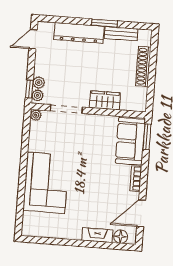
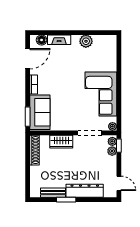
door: (33, 39) -> (119, 183), hinge flipped
shoe rack: (143, 66) -> (34, 150), moved
corner sofa: (46, 183) -> (101, 94), moved
plant: (62, 230) -> (86, 41), added

